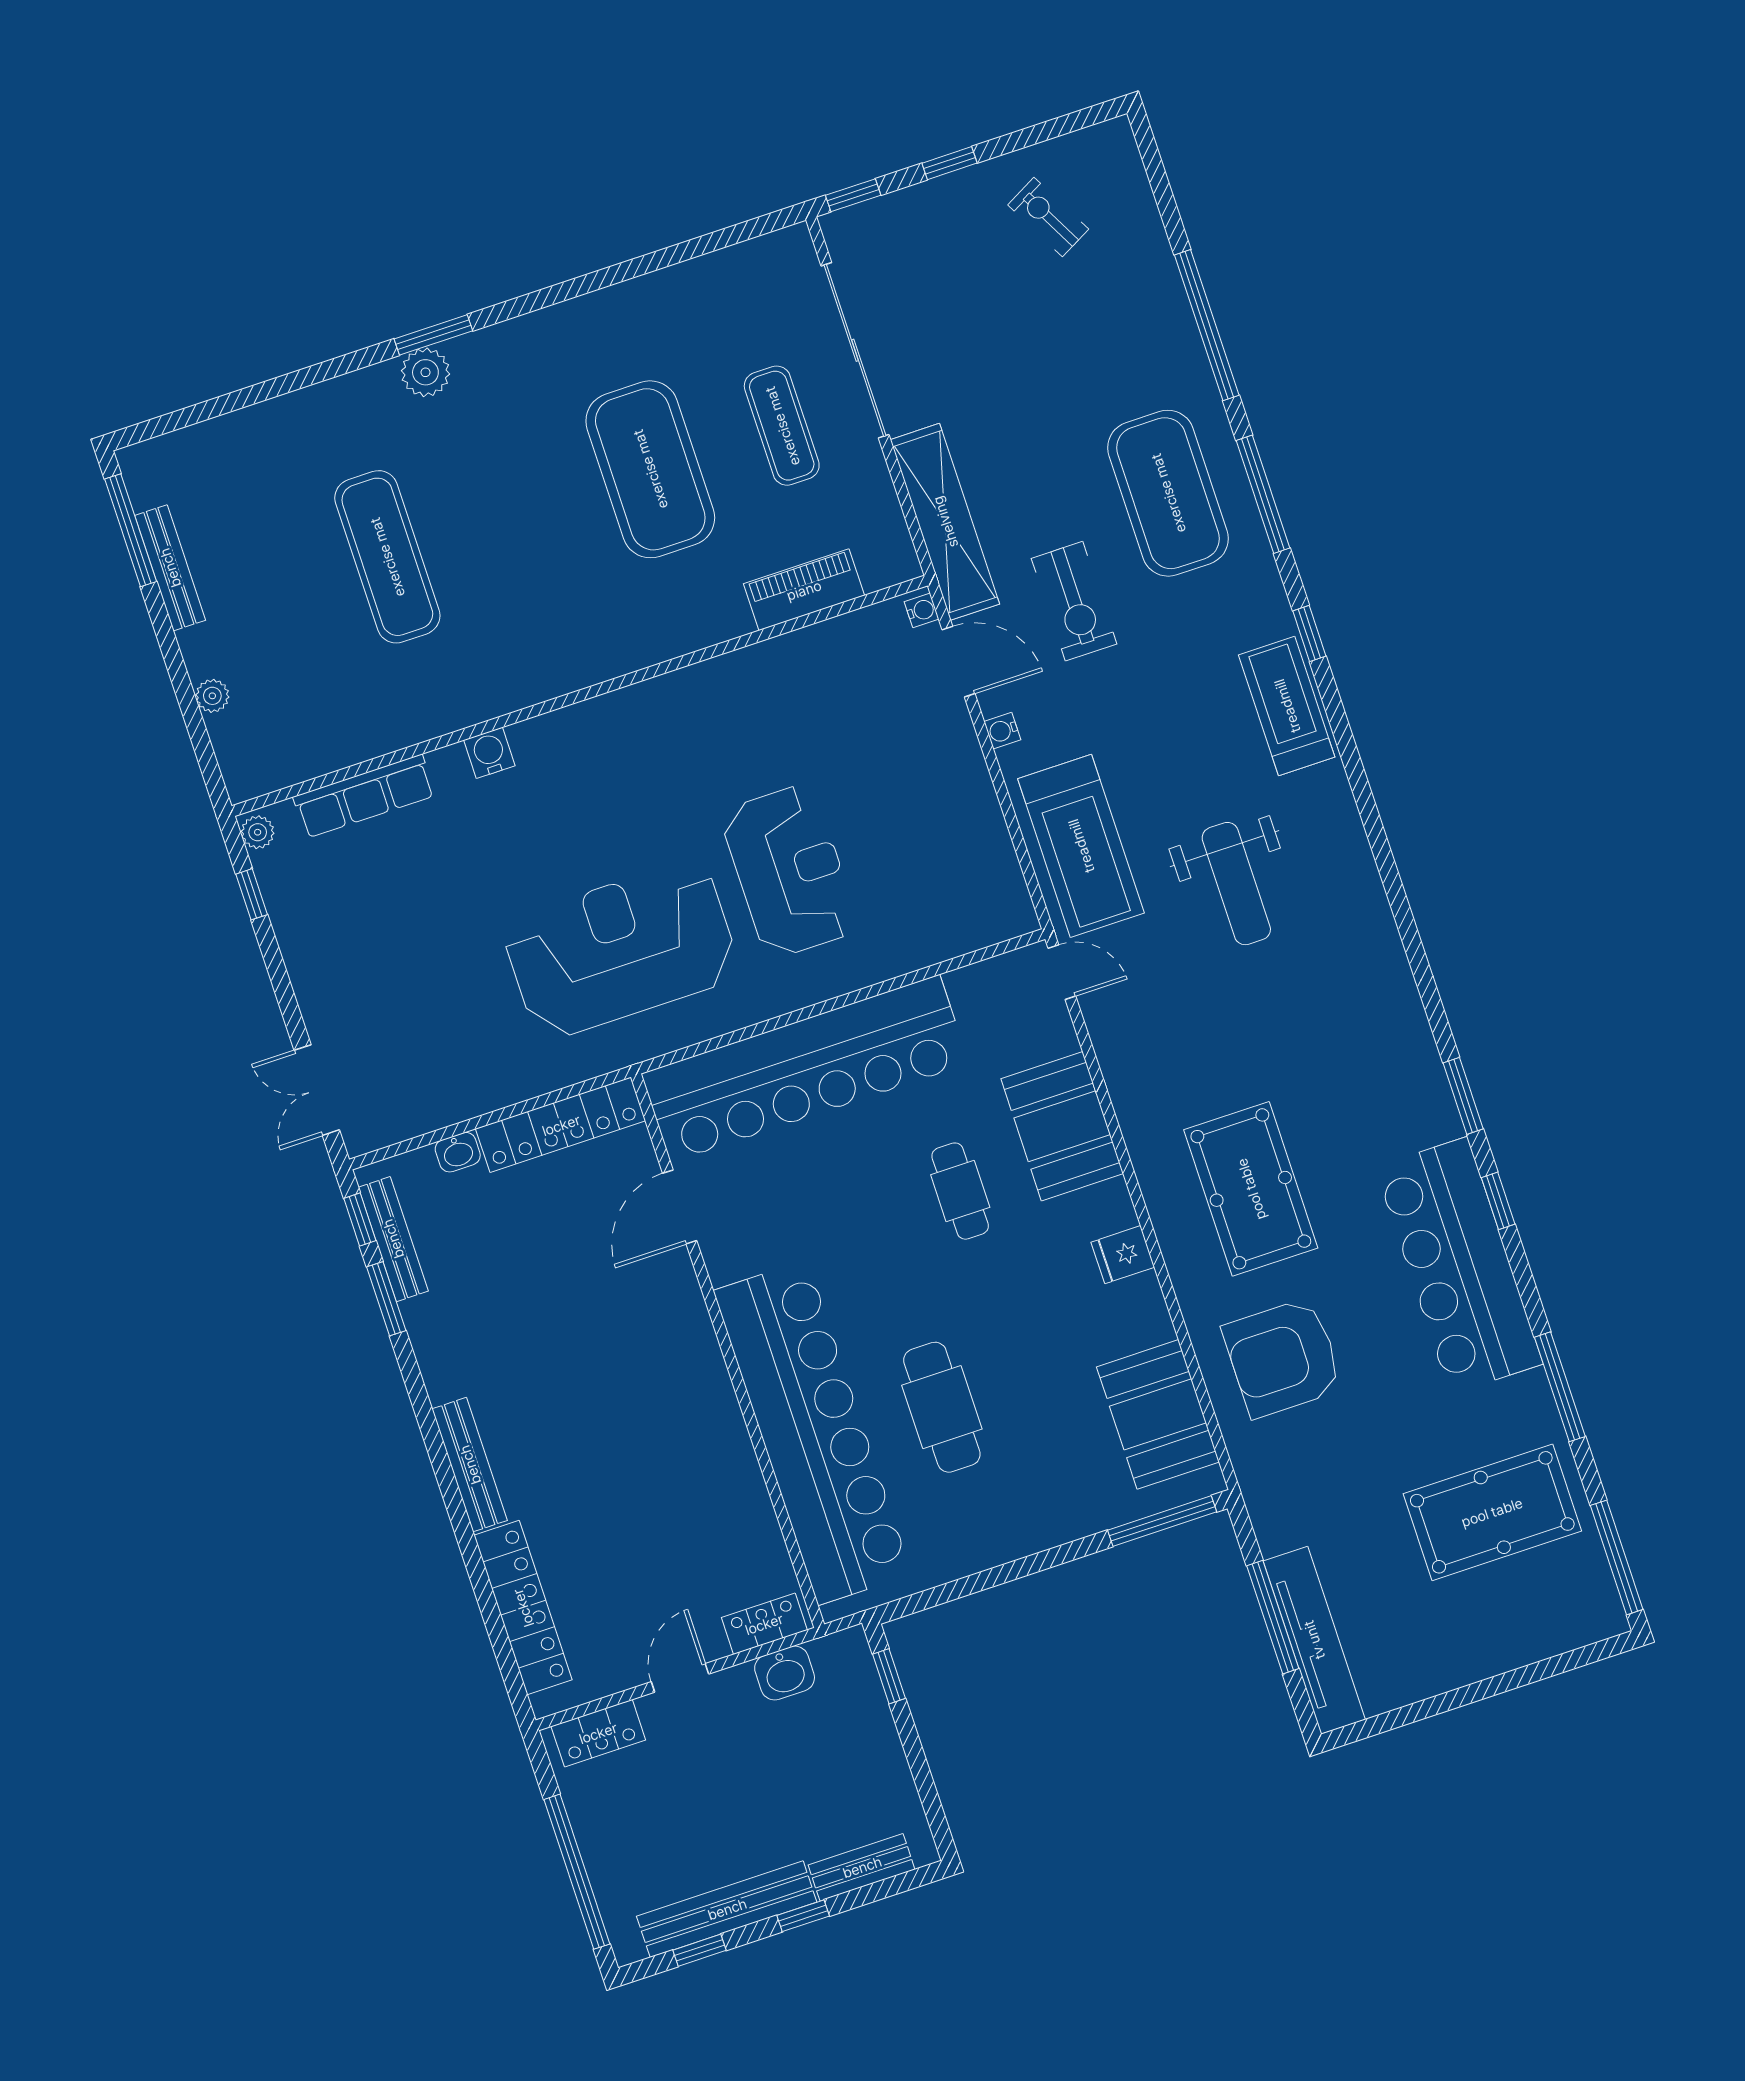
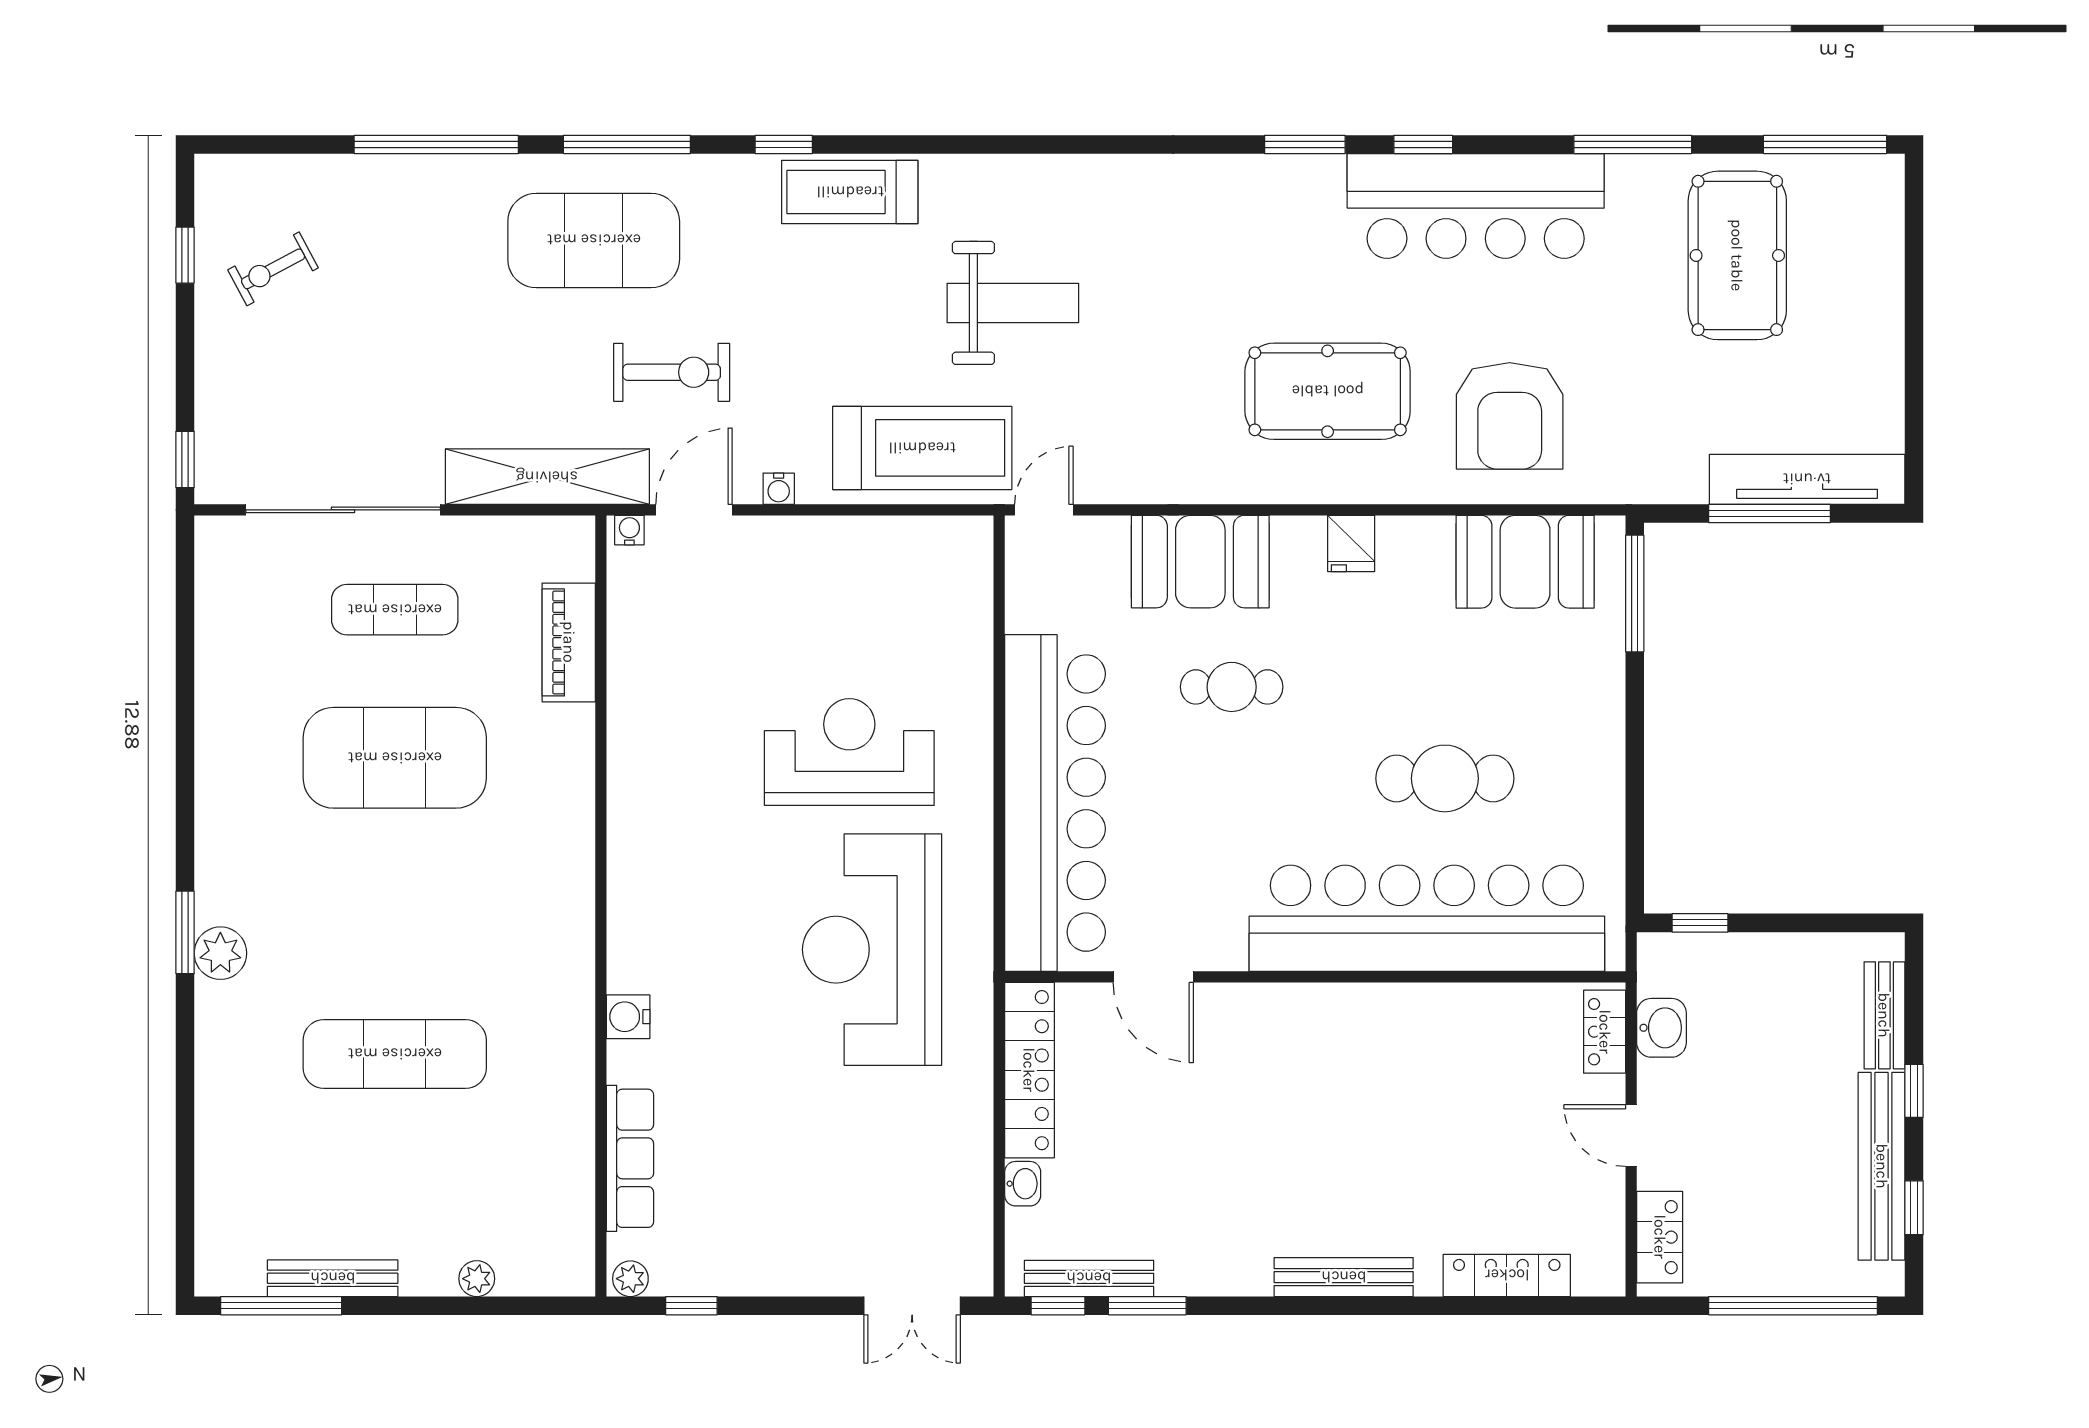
window: (949, 163) -> (185, 255), moved
locker: (523, 1608) -> (1507, 1275), width x0.71, depth x0.83

